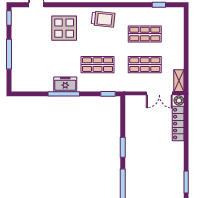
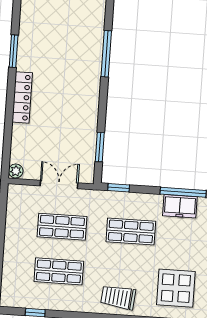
shelving: (179, 81) -> (14, 200), removed
double door: (159, 93) -> (59, 184), moved
locker: (178, 124) -> (22, 97), moved
window: (123, 147) -> (100, 147), moved

